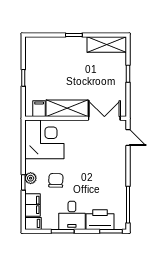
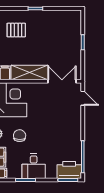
shelving: (107, 44) -> (64, 17), removed
pallet: (52, 60) -> (16, 30), added
printer: (100, 220) -> (69, 170), moved

